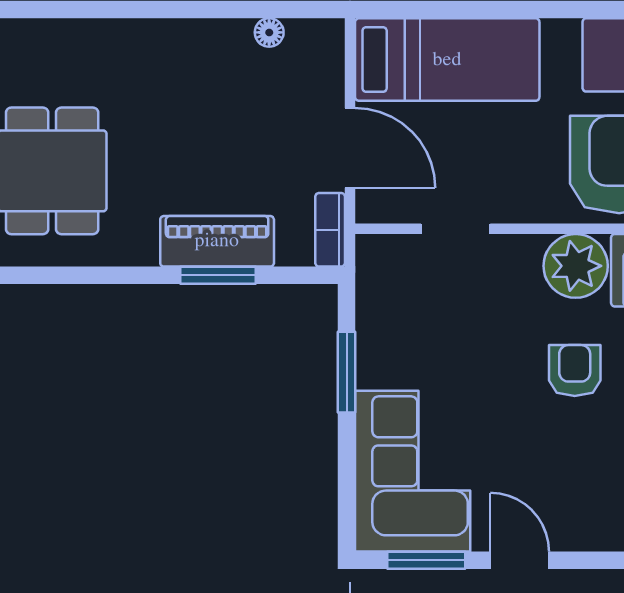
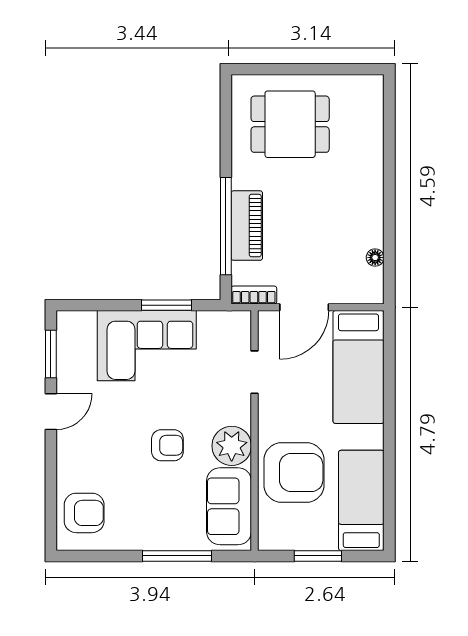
window: (218, 275) -> (226, 226), width x2.11
corner sofa: (413, 471) -> (147, 346), moved

